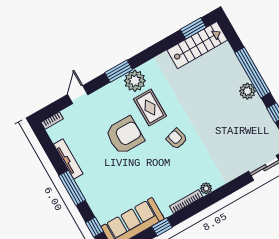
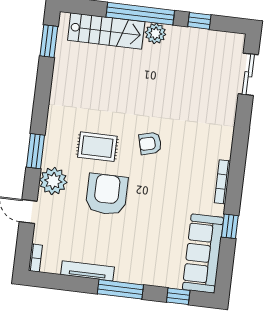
stairs: (197, 45) -> (106, 31), moved, turned 90
plant: (135, 81) -> (53, 181), moved
plant: (206, 188) -> (224, 151), removed

